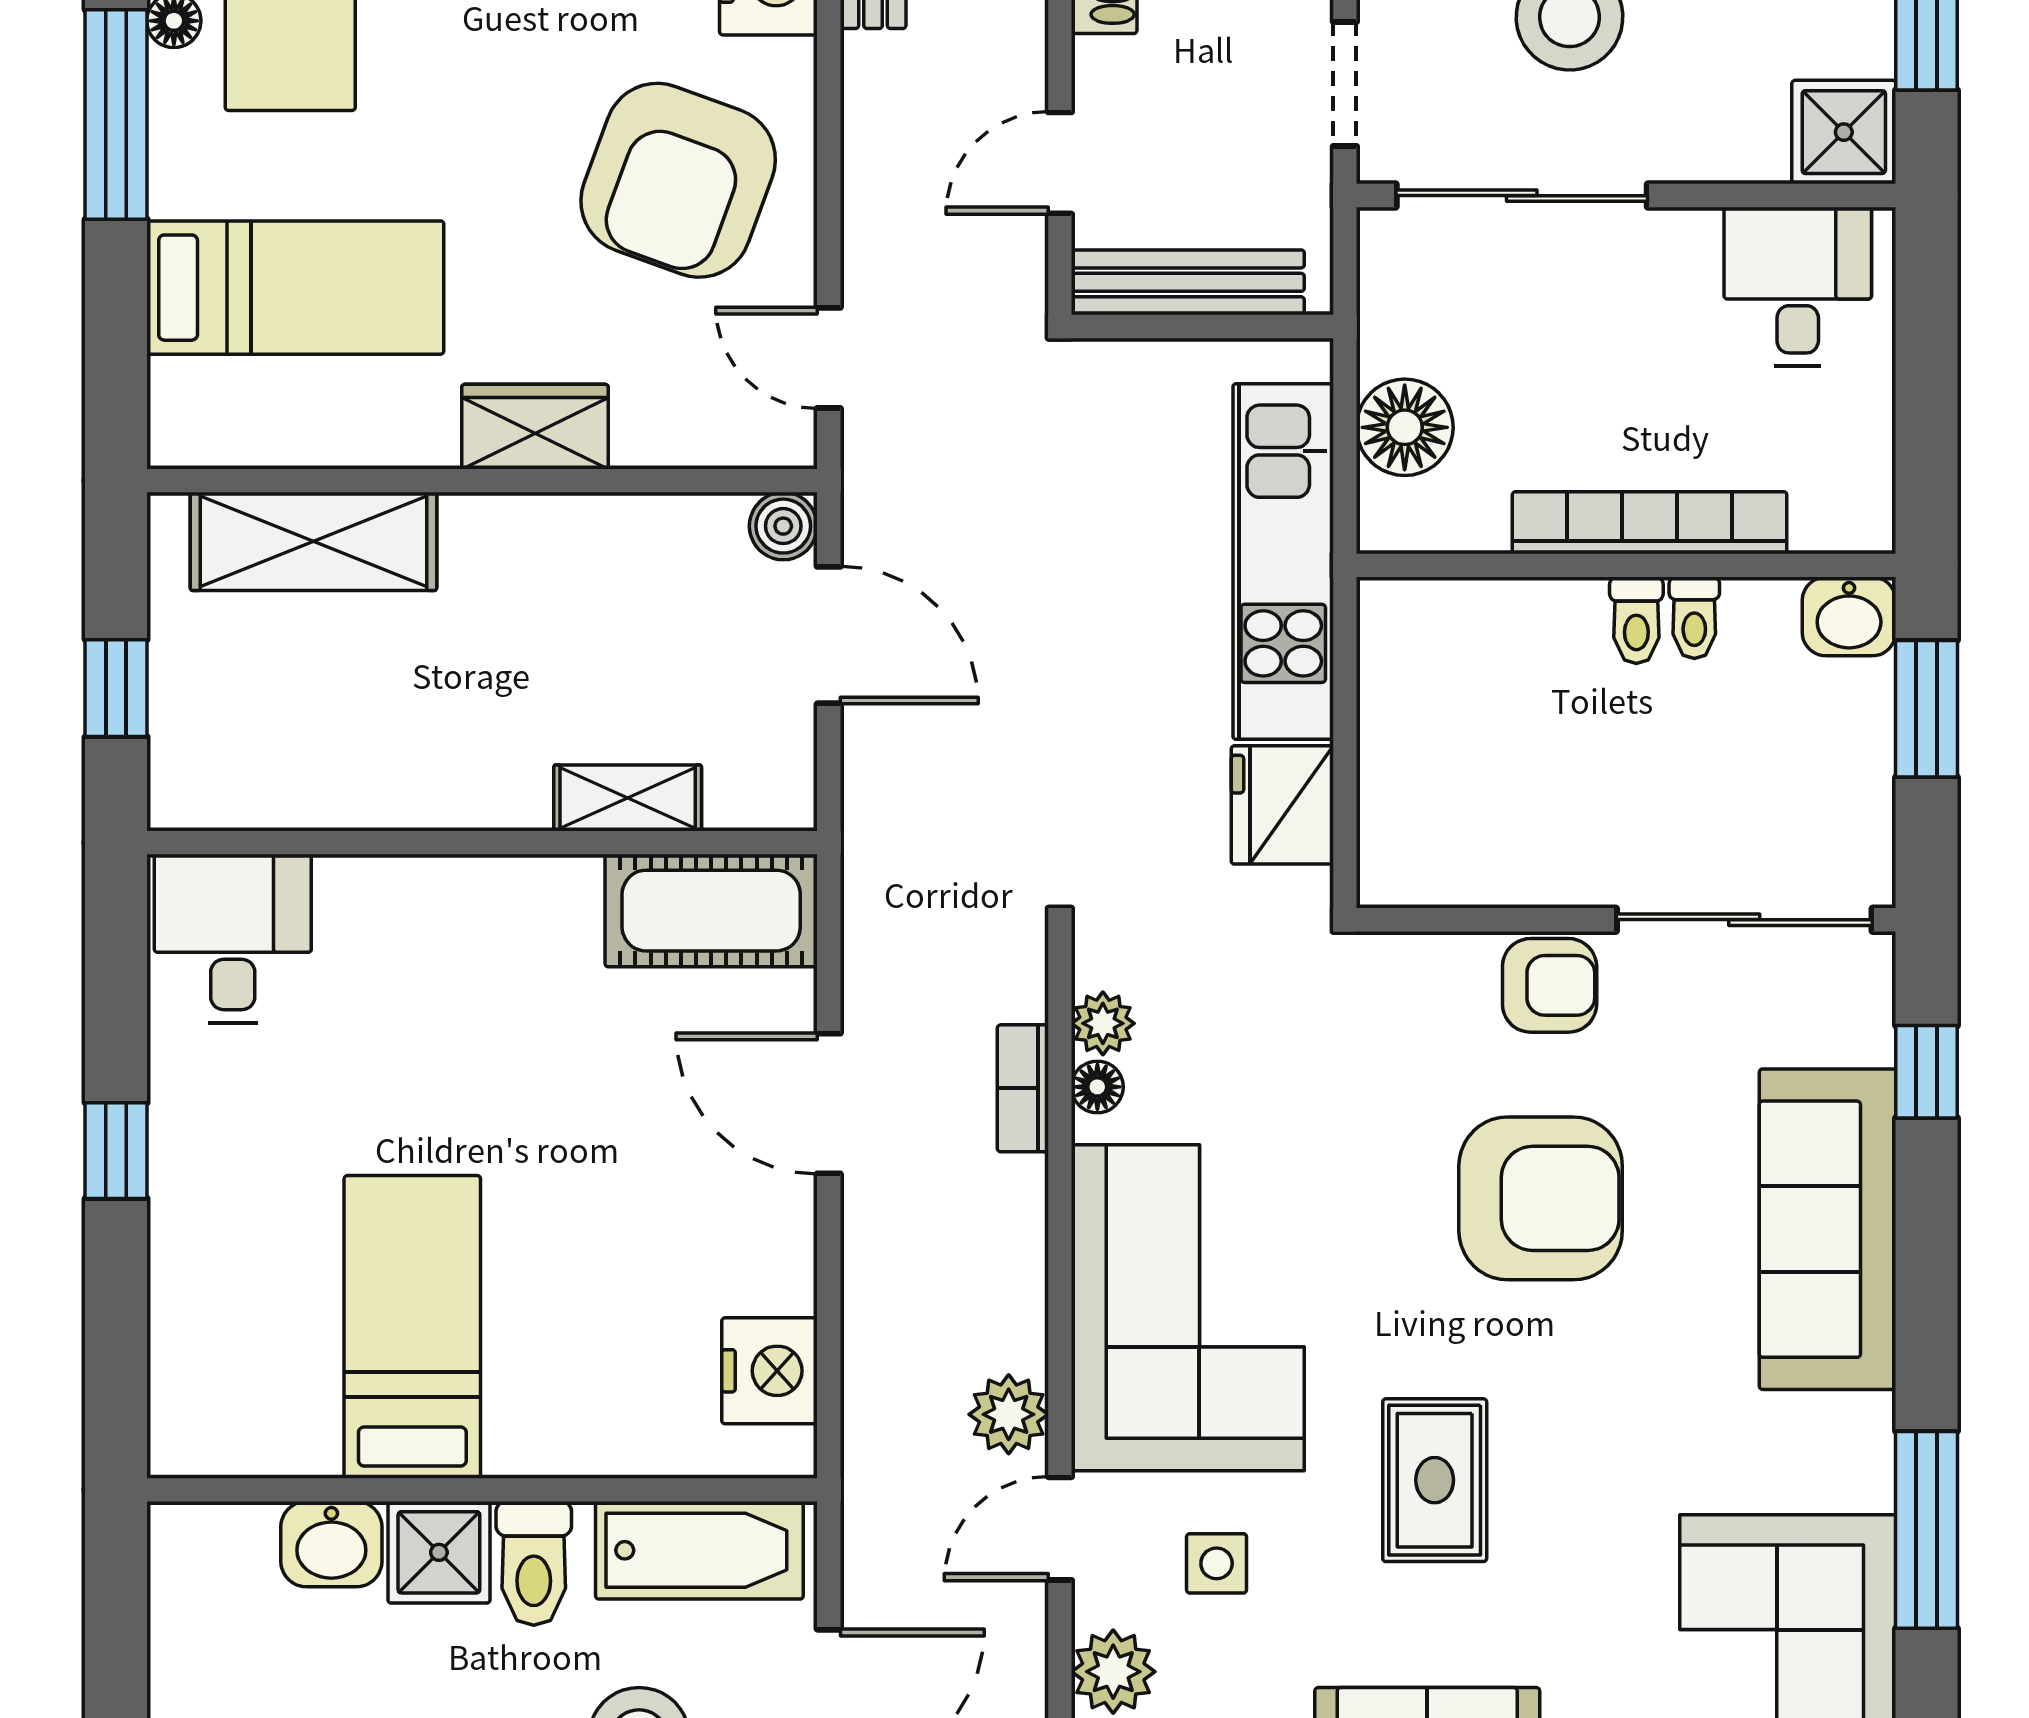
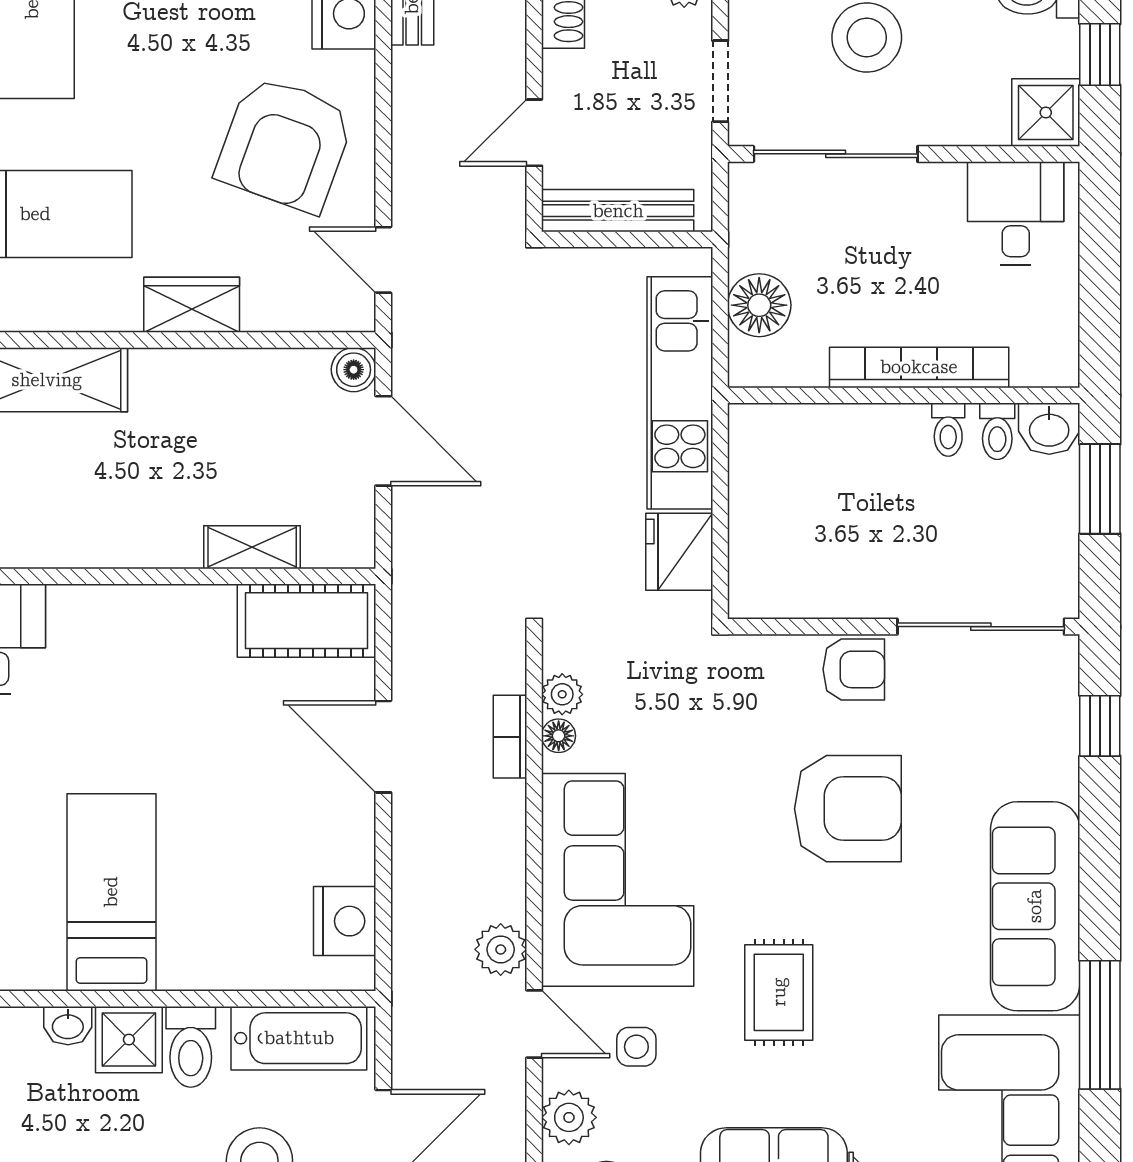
toilet: (1636, 620) -> (997, 431), moved
sofa: (1828, 1229) -> (1035, 906), moved
door: (1060, 1529) -> (534, 1024), swing flipped
washbasin: (331, 1544) -> (68, 1026), width x0.72, depth x0.69

